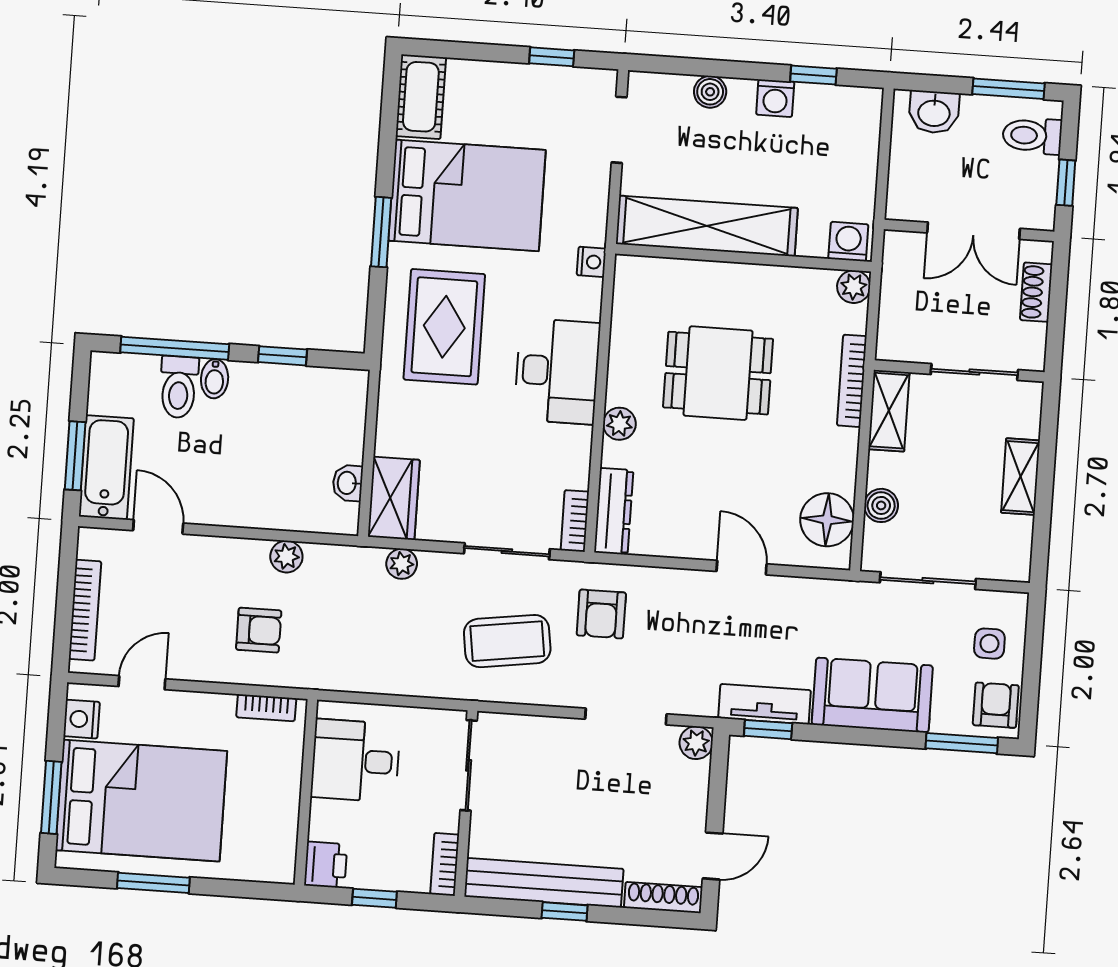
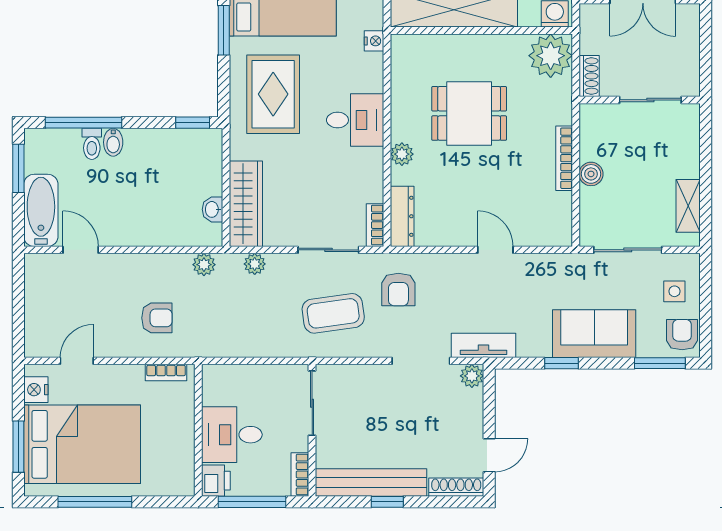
plant: (854, 287) -> (551, 56), width x1.87, depth x1.87
shoe rack: (1036, 292) -> (589, 76), moved, turned 180
window: (283, 356) -> (193, 123), moved
desk: (557, 371) -> (355, 120), width x0.73
bookcase: (852, 381) -> (564, 158), moved
toilet: (179, 387) -> (92, 144), width x0.73, depth x0.72
shelving: (889, 411) -> (592, 132), removed
window: (75, 456) -> (18, 168), moved
shelving: (1021, 477) -> (688, 206), moved
wardrobe: (394, 498) -> (246, 204), width x1.50
boiler: (881, 505) -> (591, 174), moved
floor lamp: (827, 520) -> (553, 212), removed
plant: (286, 557) -> (204, 265), moved
bookcase: (85, 610) -> (33, 312), removed
tv unit: (765, 704) -> (484, 345), moved
window: (768, 730) -> (562, 363), moved
desk: (355, 761) -> (232, 435), moved
window: (153, 883) -> (95, 502), width x1.44
window: (374, 898) -> (252, 502), width x2.17

